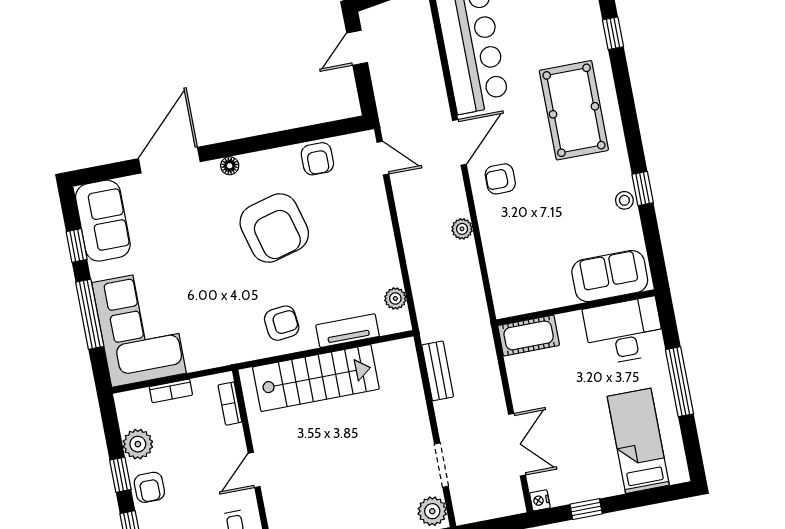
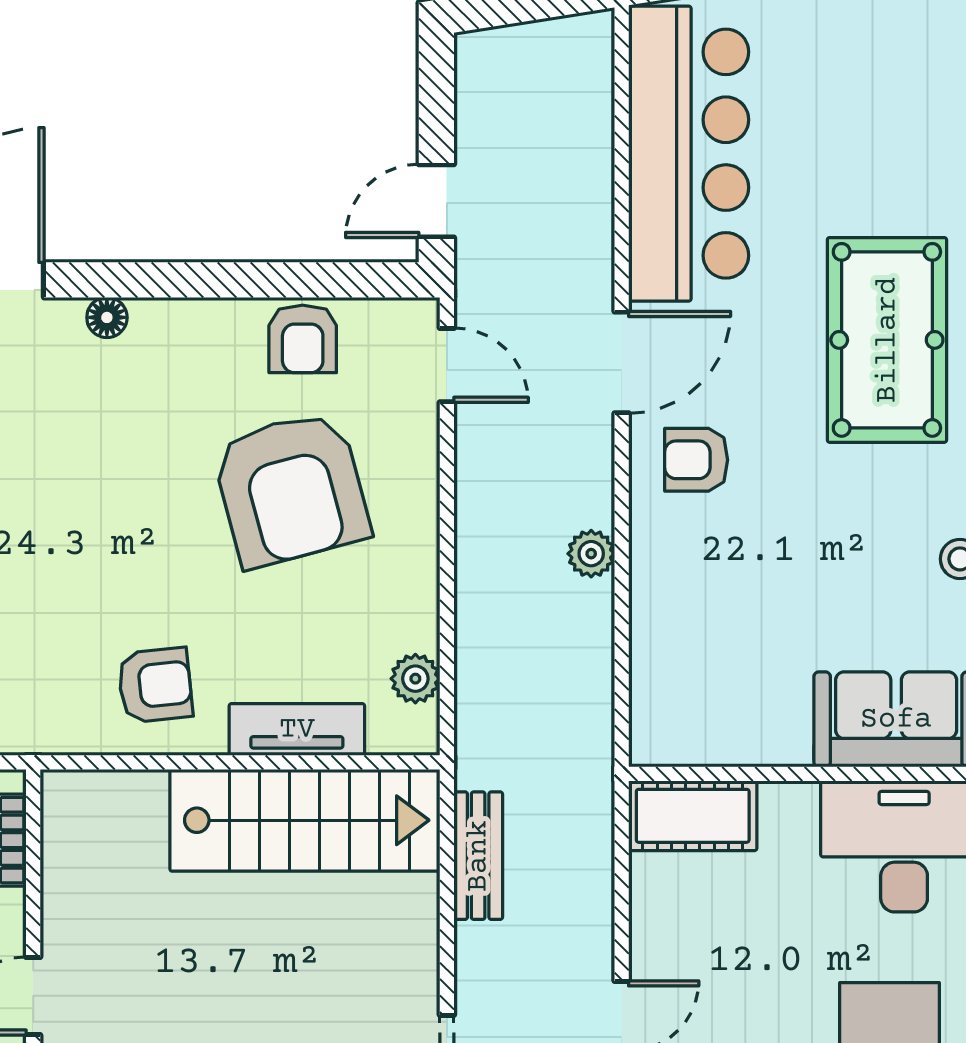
door: (357, 48) -> (436, 201), moved
armchair: (274, 228) -> (291, 489), moved
stairs: (316, 378) -> (305, 820), moved

